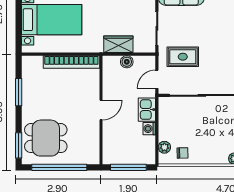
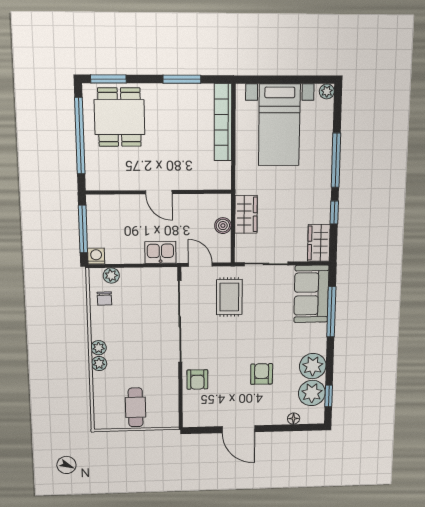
bookcase: (71, 62) -> (223, 122), moved
washing machine: (149, 129) -> (96, 256), moved
plant: (222, 159) -> (99, 348), added

